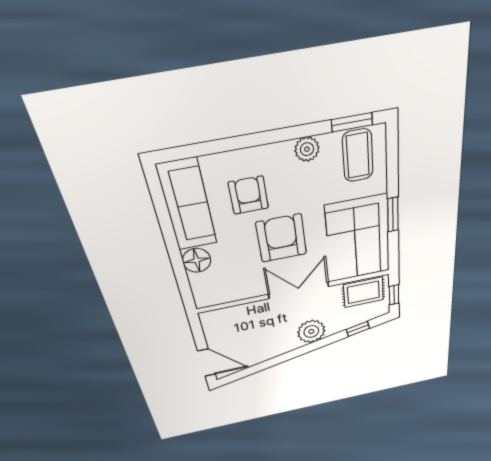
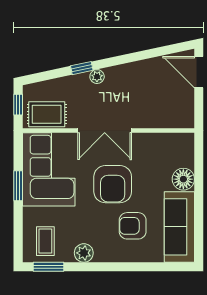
coffee table: (358, 156) -> (45, 241), width x0.73, depth x0.77
armchair: (248, 195) -> (133, 226), turned 90
window: (358, 329) -> (82, 68), moved
plant: (311, 331) -> (97, 77), width x0.53, depth x0.53

